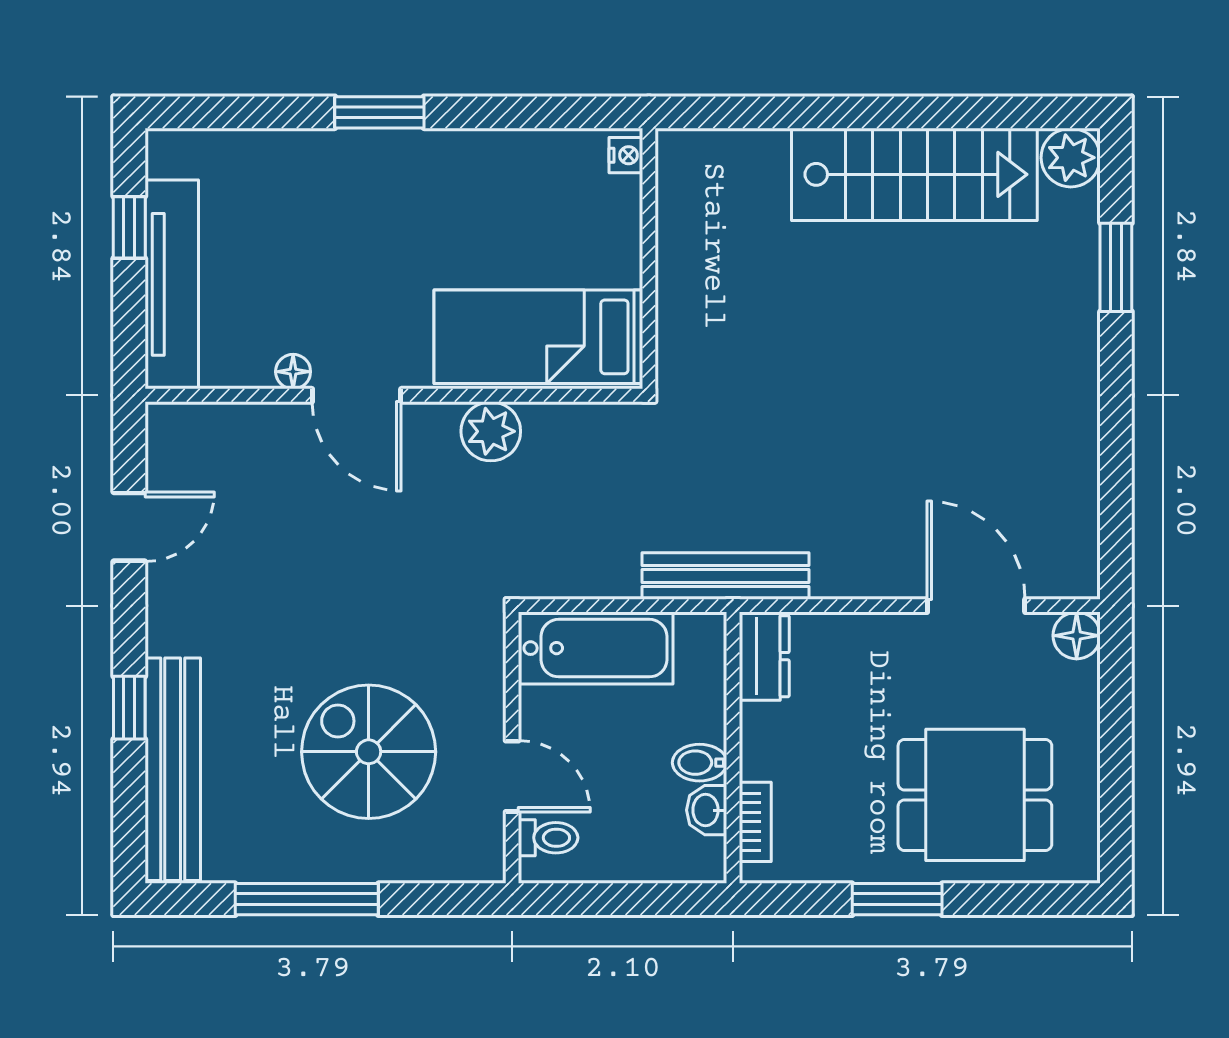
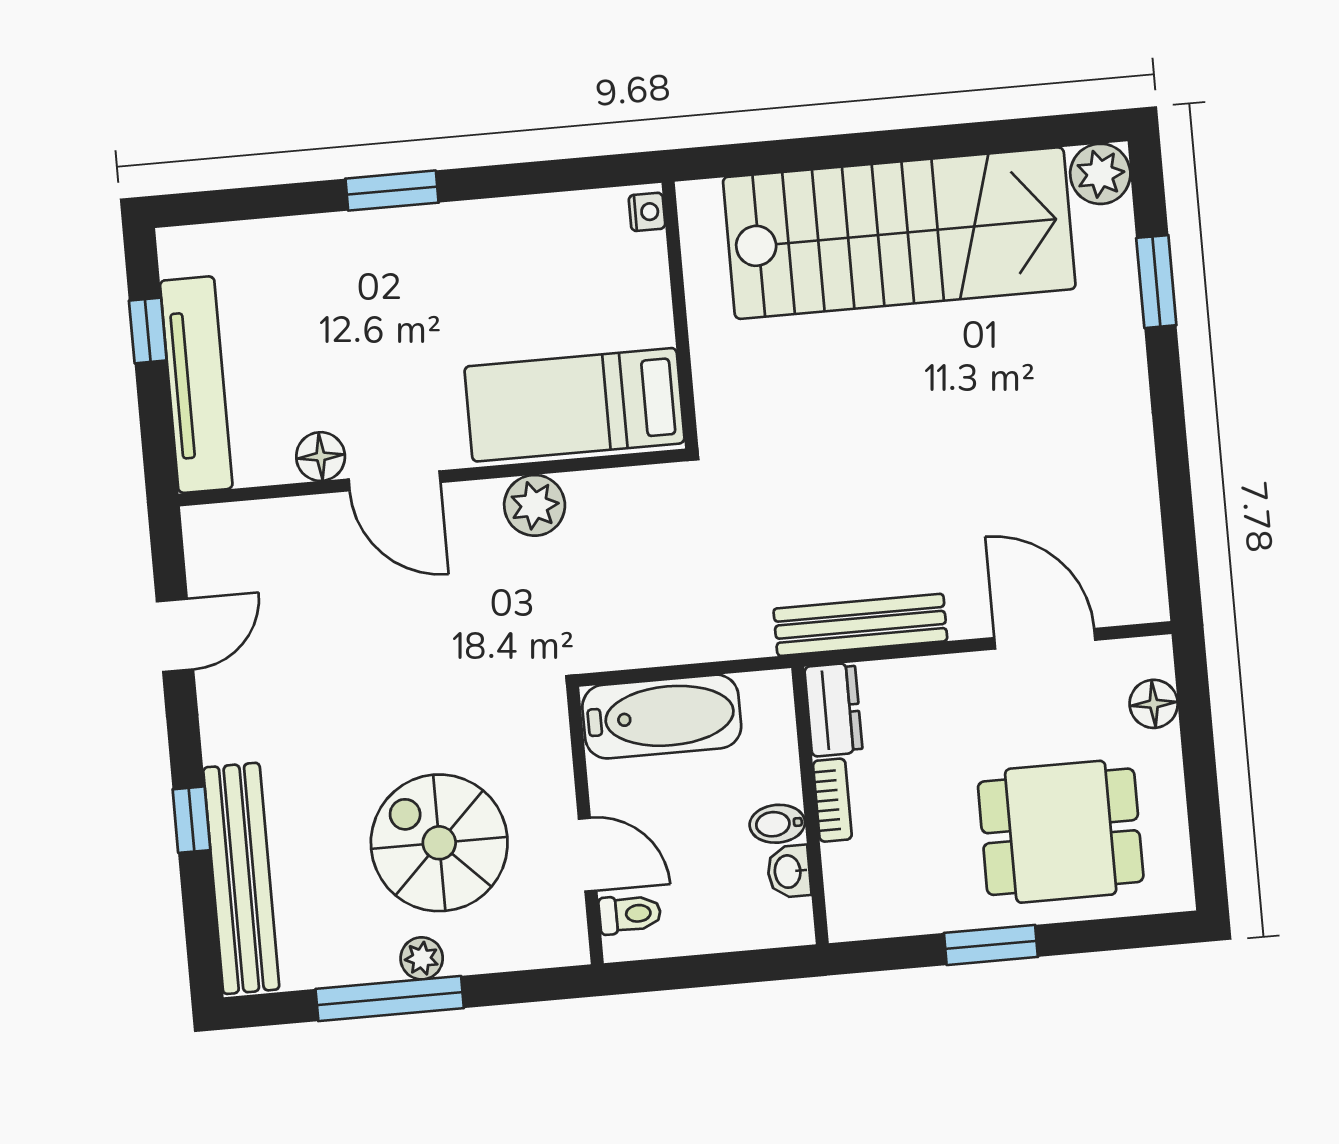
stairs: (914, 174) -> (899, 233), width x1.36, depth x1.51
floor lamp: (293, 372) -> (321, 457), width x1.37, depth x1.37
bench: (725, 576) -> (860, 625), moved
floor lamp: (1077, 636) -> (1154, 704), moved
bookcase: (755, 822) -> (832, 800), moved
plant: (341, 863) -> (422, 958), added

